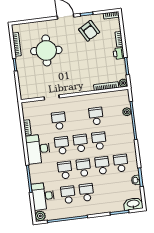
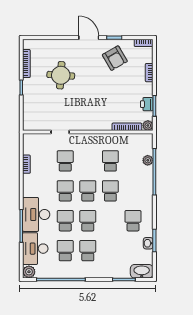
round table: (46, 50) -> (61, 75), width x0.73, depth x0.73
printer: (119, 53) -> (147, 104), moved
desk: (38, 149) -> (36, 214), moved
school desk: (102, 165) -> (110, 221), removed

